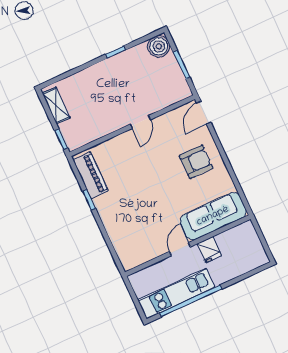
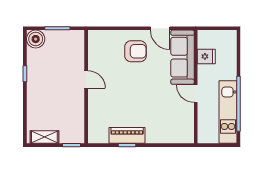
door: (204, 113) -> (160, 28), moved
armchair: (196, 162) -> (136, 51), turned 90
piano: (91, 175) -> (127, 135), moved
fridge: (209, 250) -> (206, 56), moved

